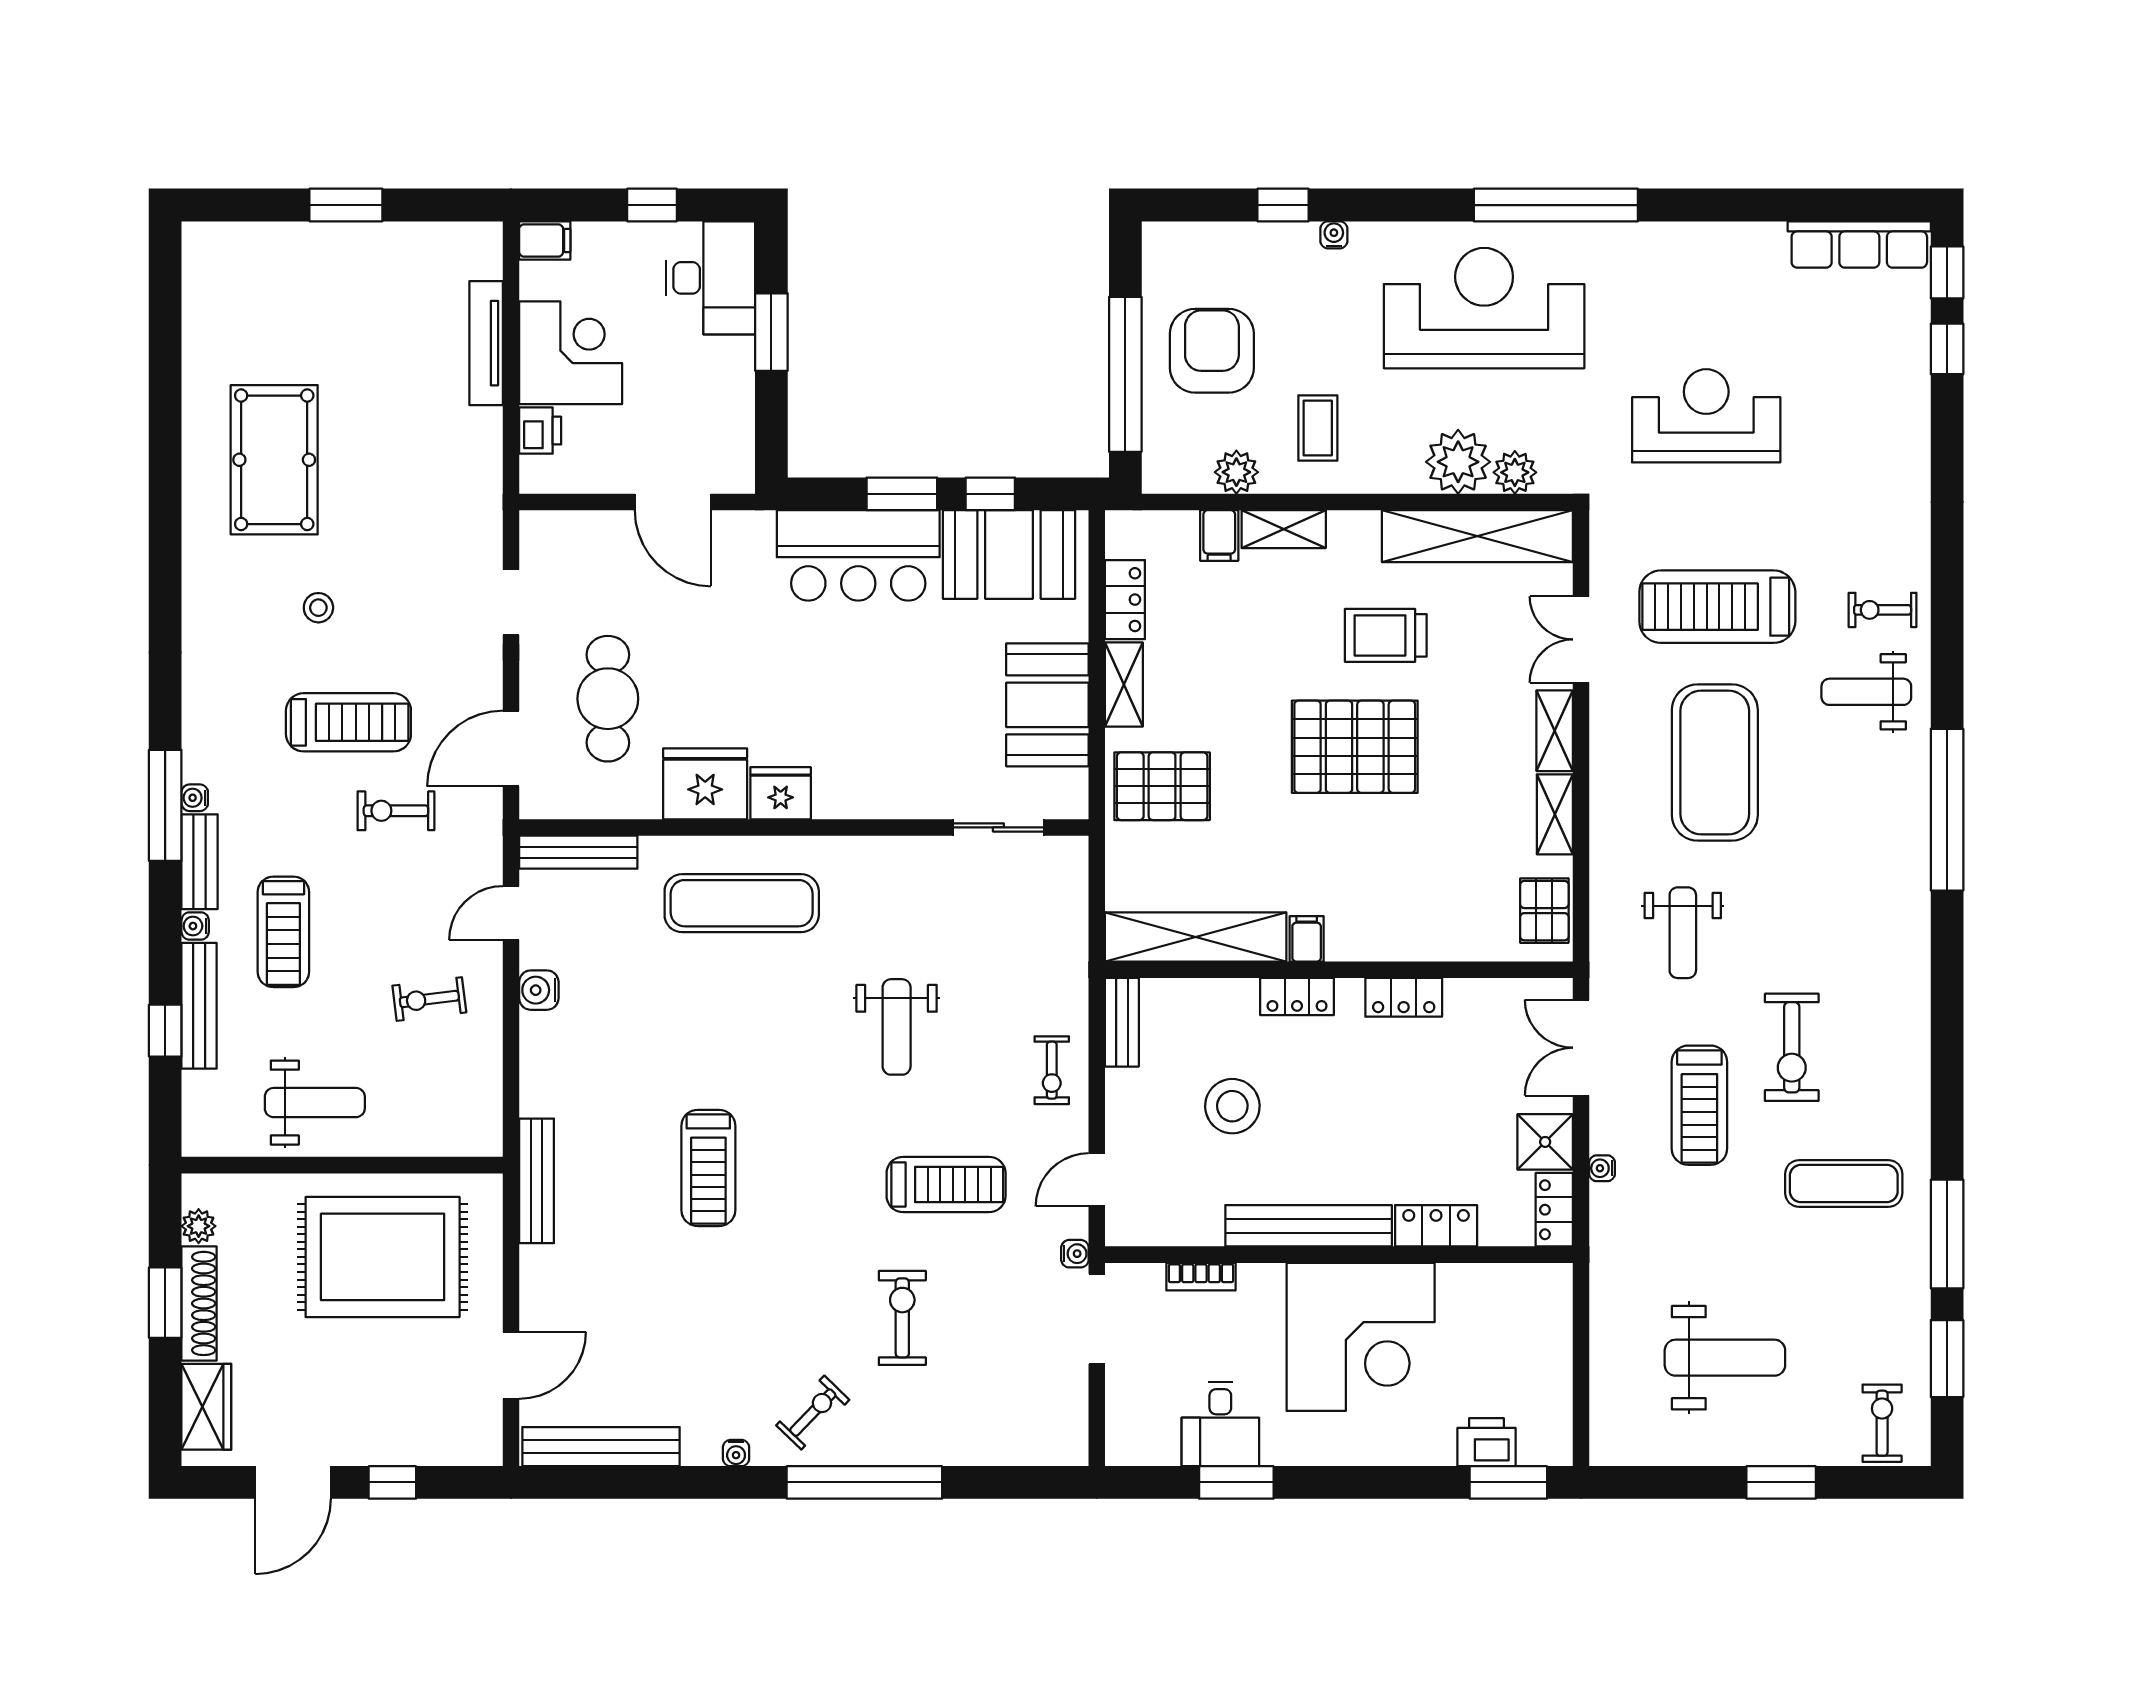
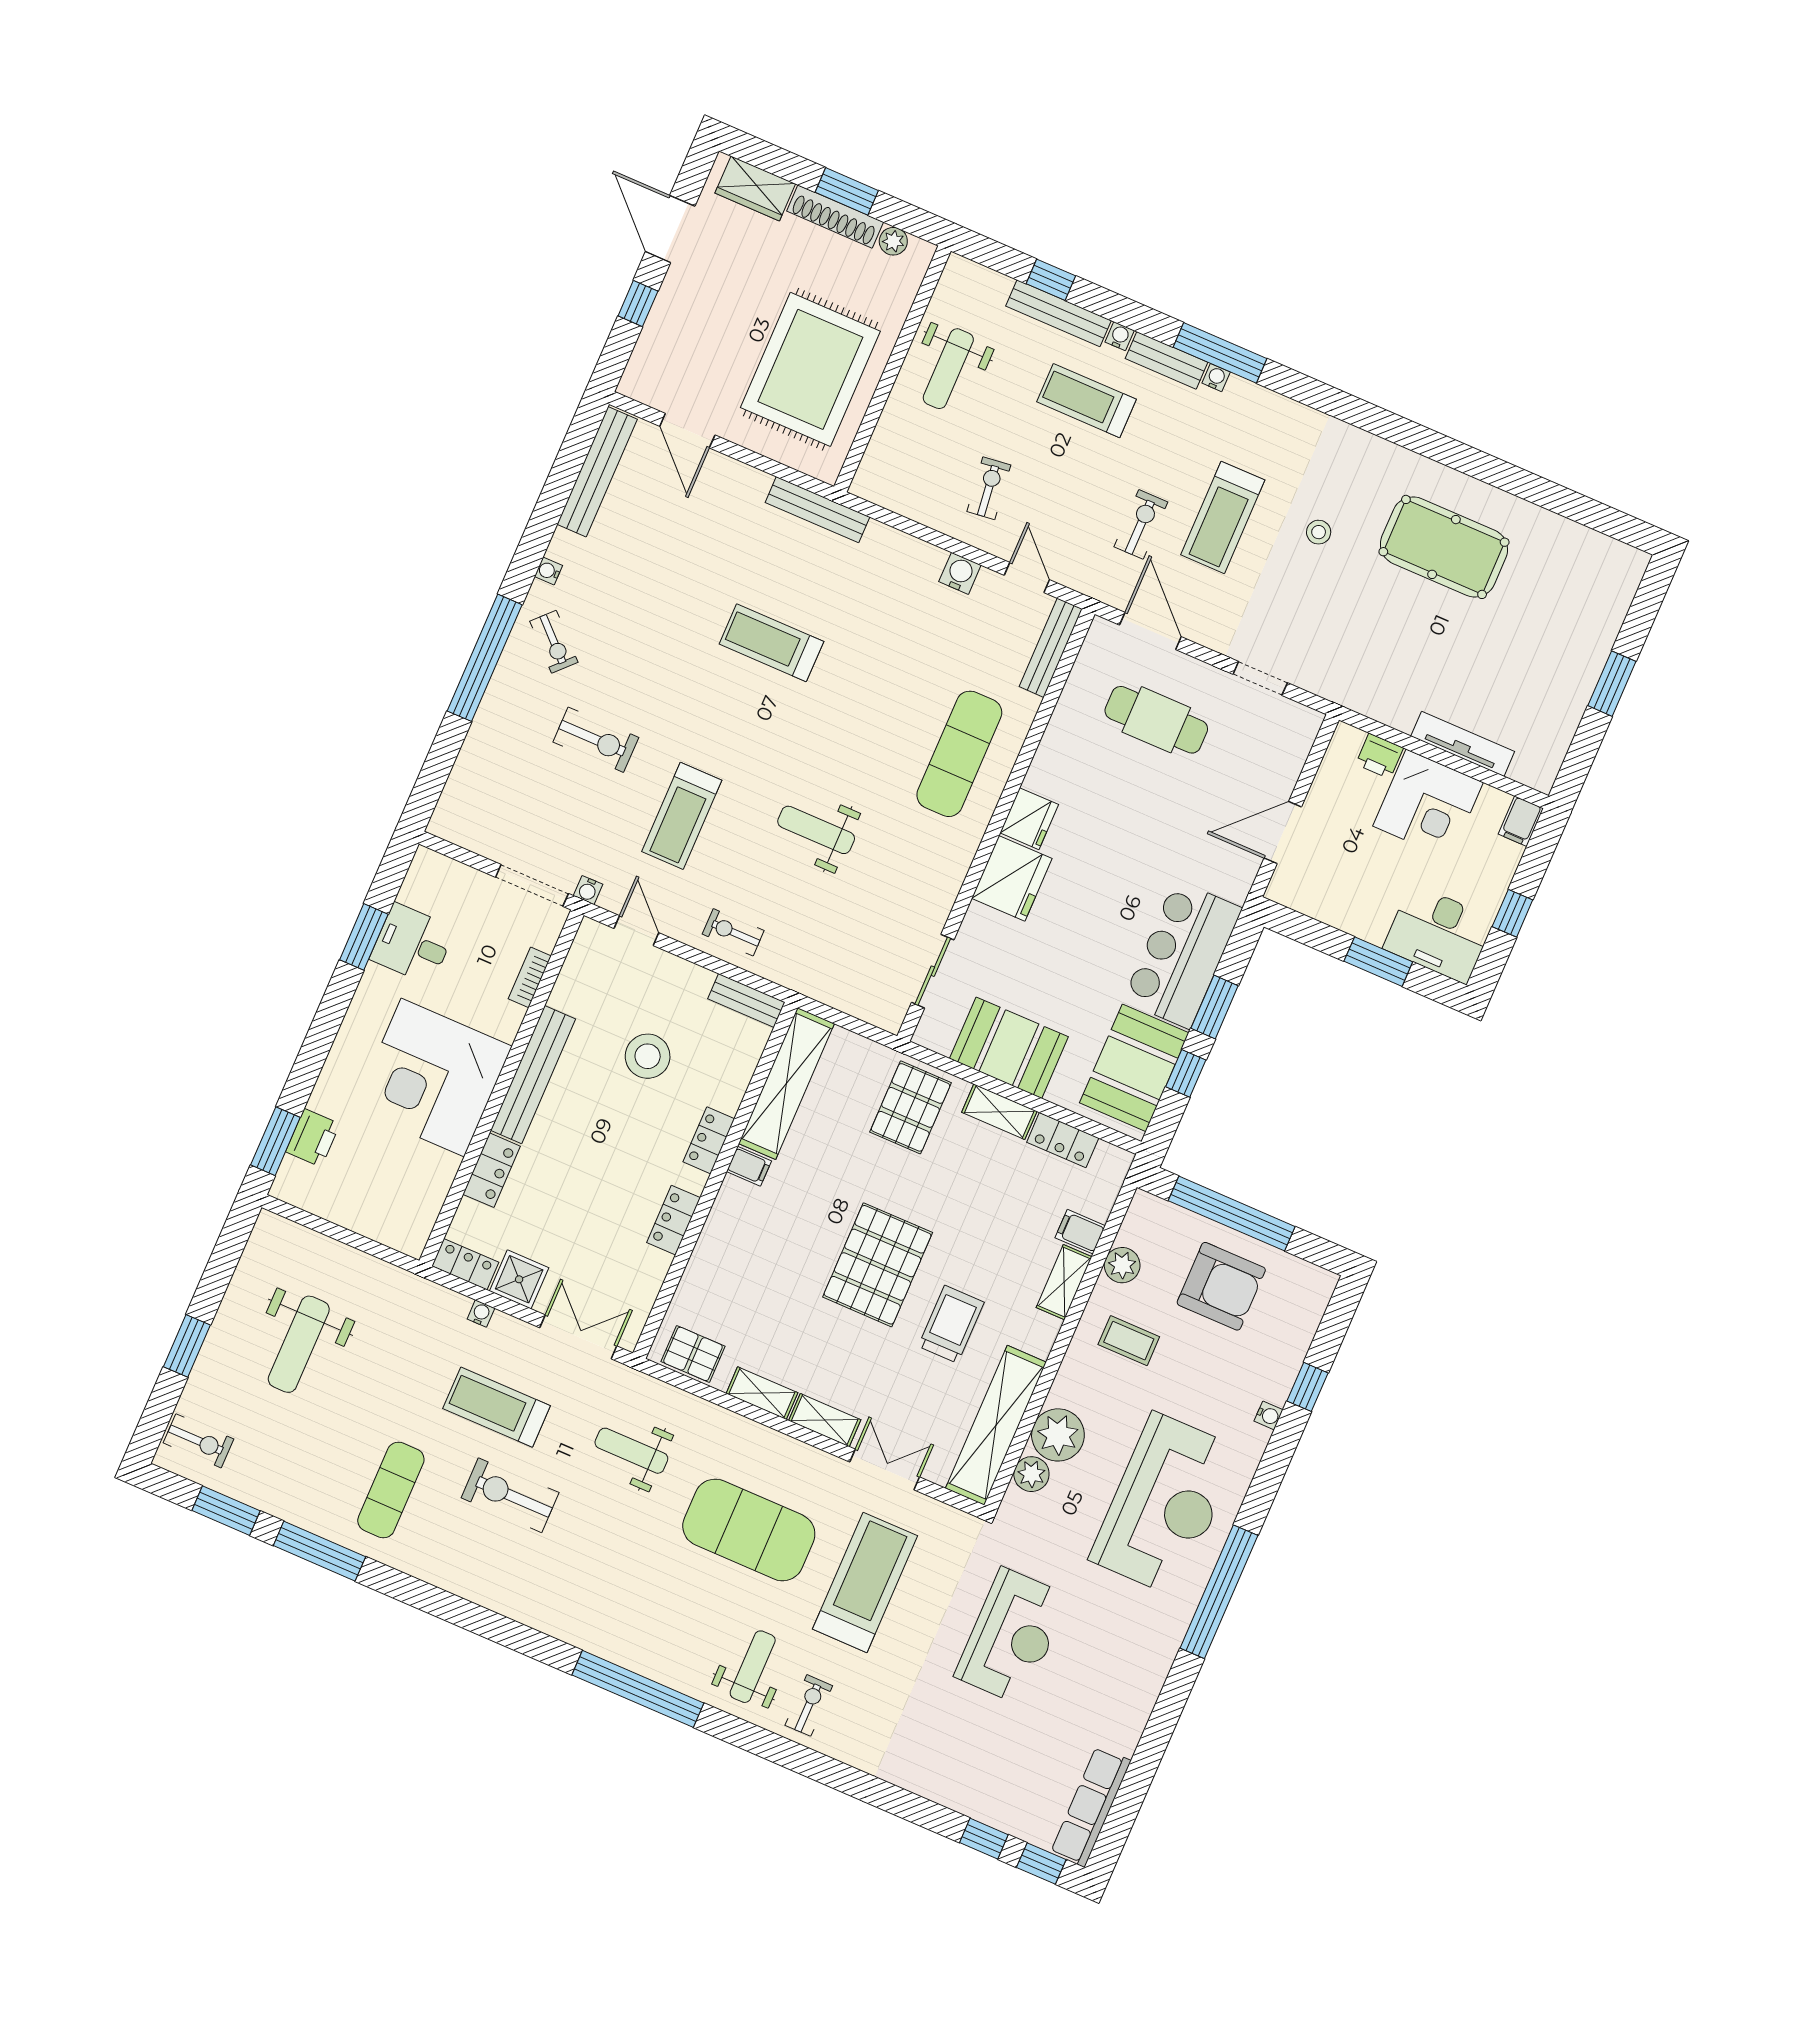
fridge: (705, 784) -> (1012, 878), moved

